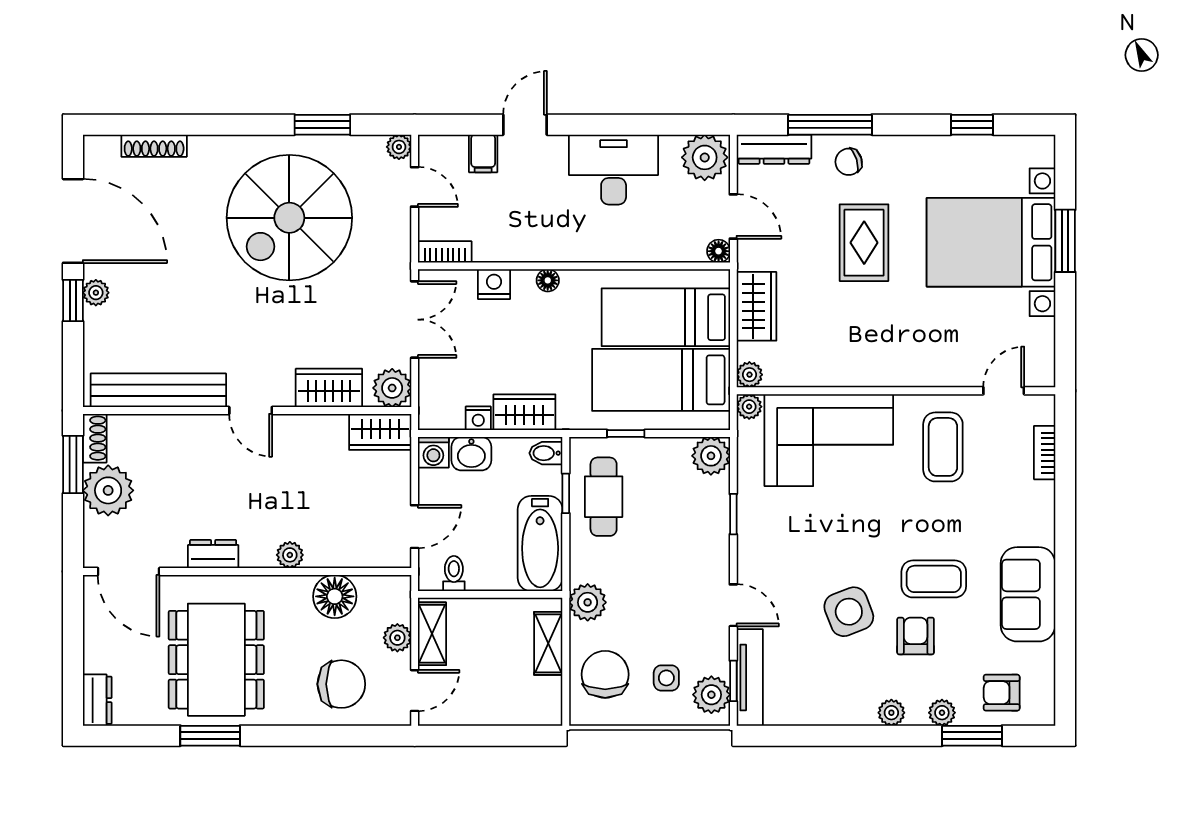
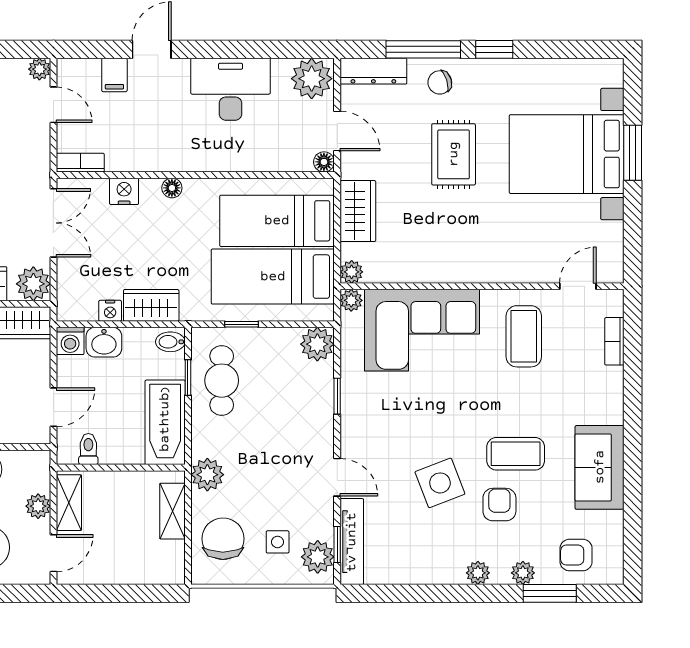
window: (972, 125) -> (494, 49), moved

